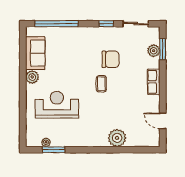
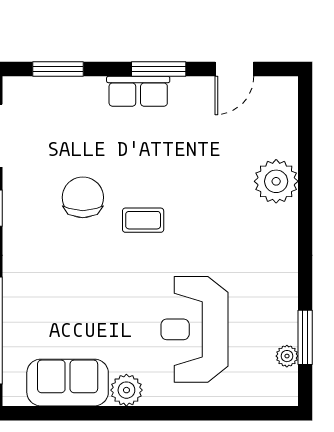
plant: (154, 51) -> (62, 91), removed
window: (163, 90) -> (159, 69), added

